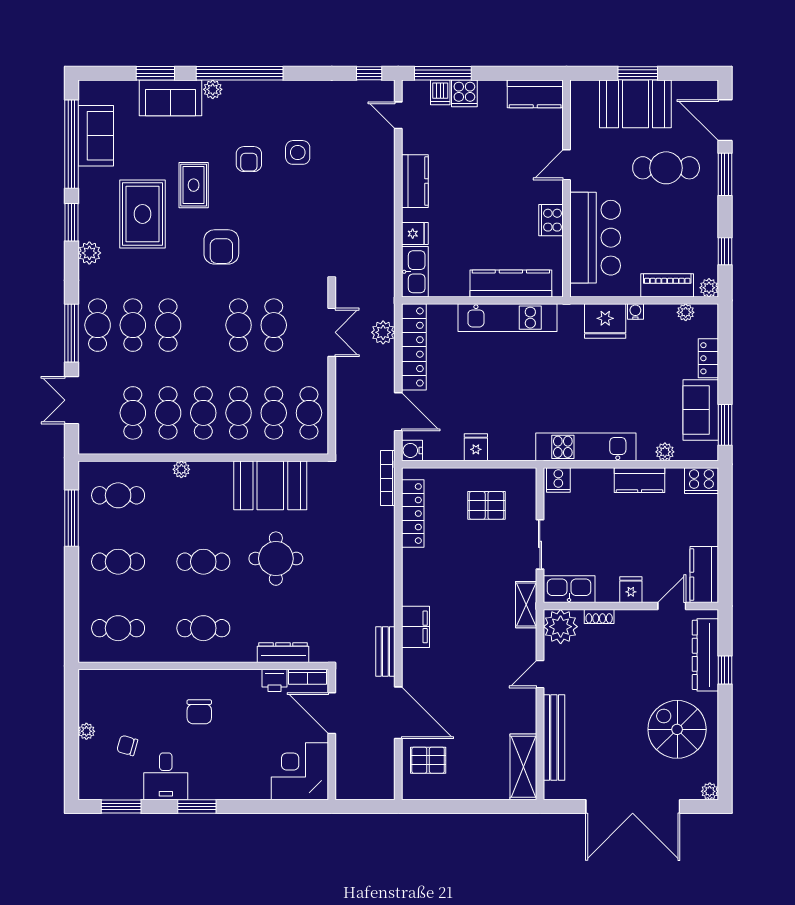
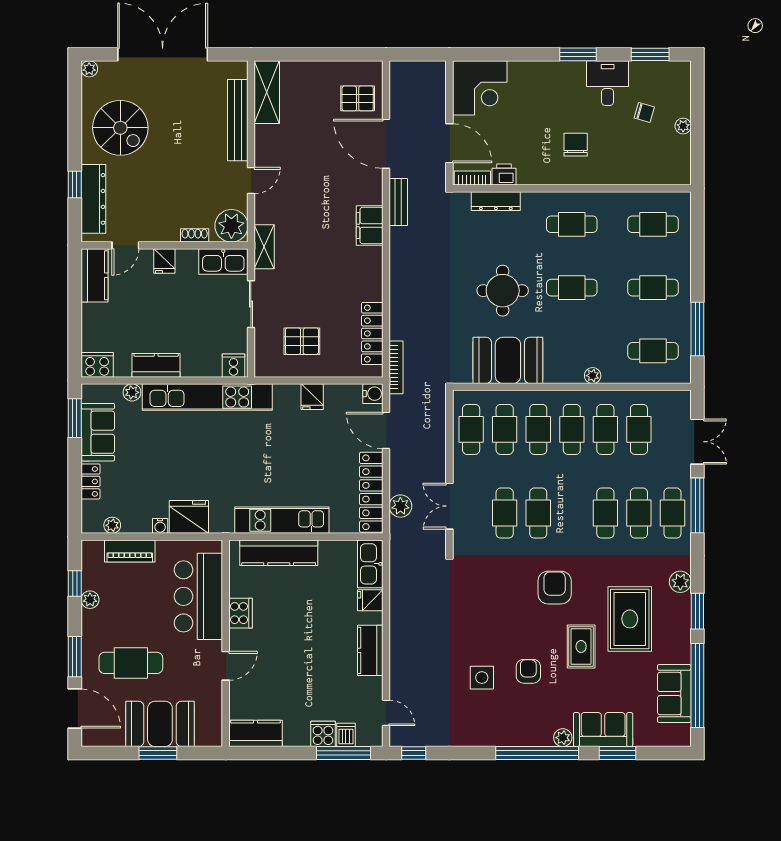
plant: (709, 288) -> (90, 600), moved
kitchen unit: (586, 447) -> (207, 397), width x1.36

